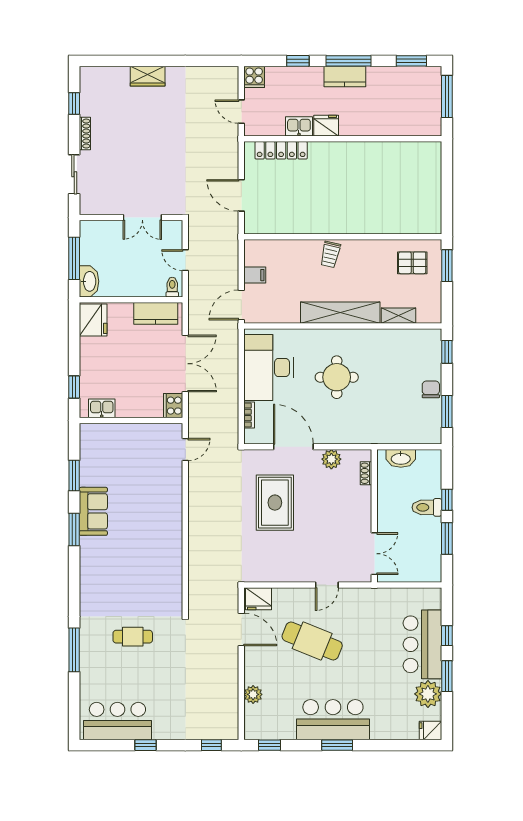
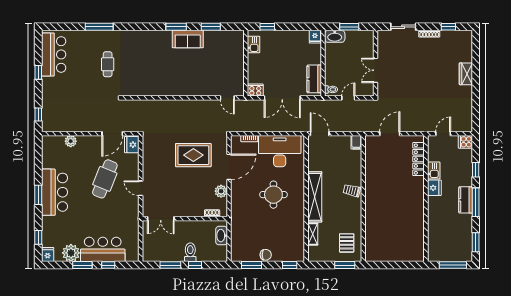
window: (74, 258) -> (349, 27), width x0.69
filing cabinet: (255, 275) -> (356, 142), moved
fridge: (93, 320) -> (315, 37), width x0.53, depth x0.75
window: (270, 745) -> (38, 237), moved

